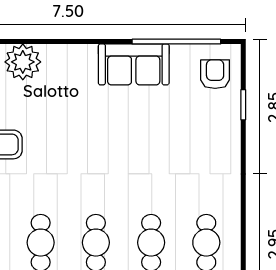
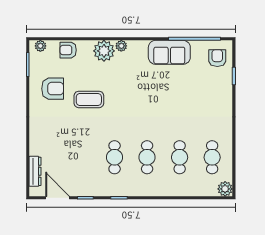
plant: (52, 53) -> (121, 46), added

